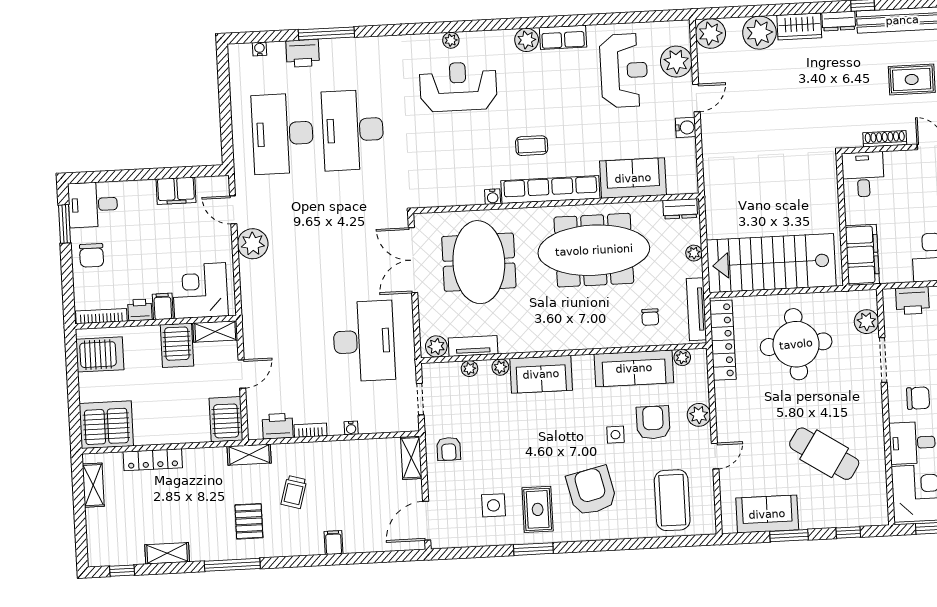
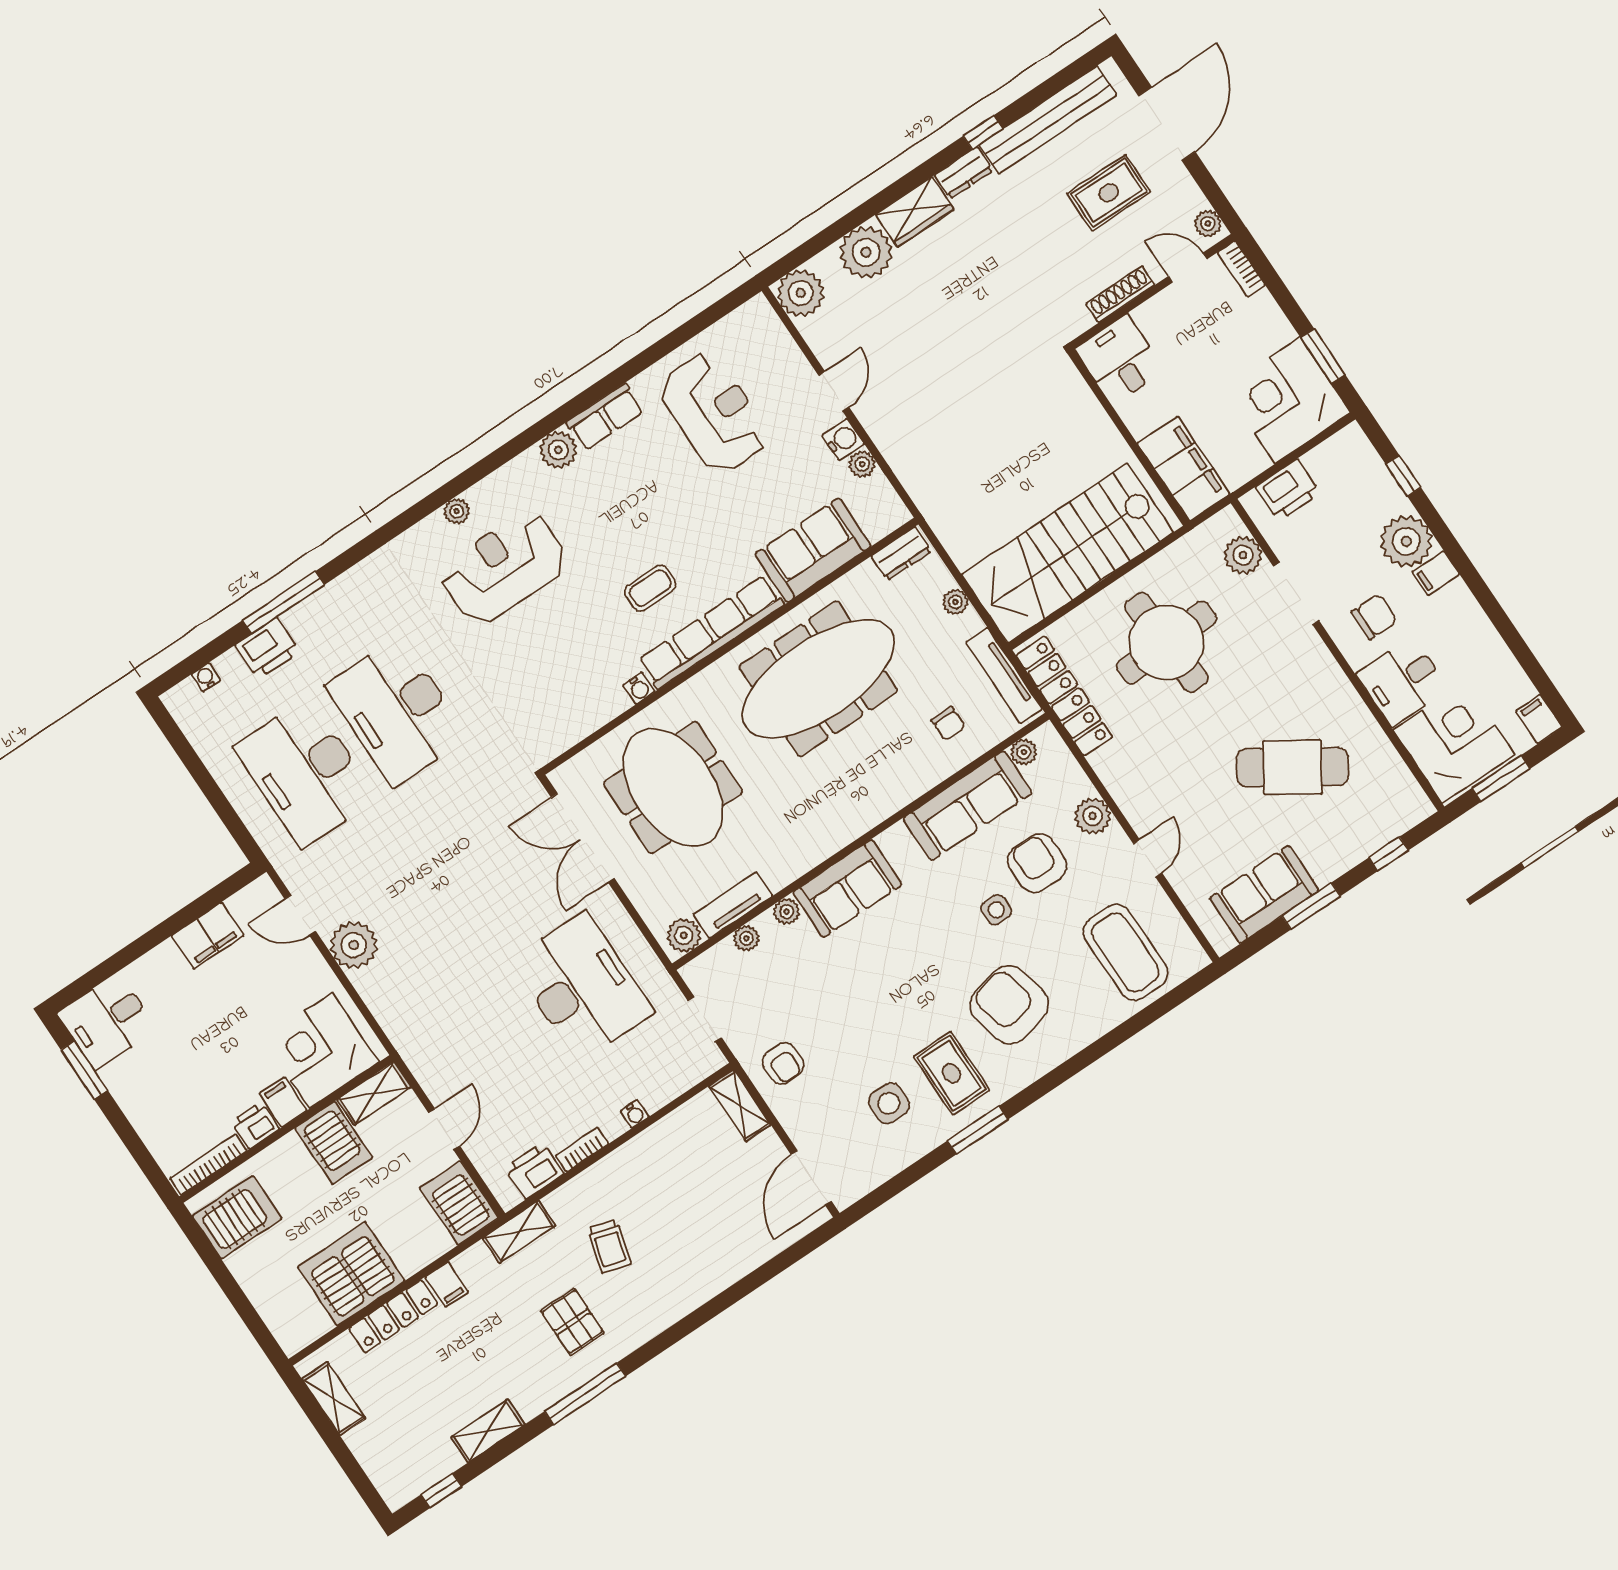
plant: (676, 62) -> (862, 464), moved, width x0.53, depth x0.53
chair: (92, 255) -> (146, 1090), removed
server rack: (106, 425) -> (351, 1274), moved
filing cabinet: (334, 543) -> (447, 1284), moved, turned 180

